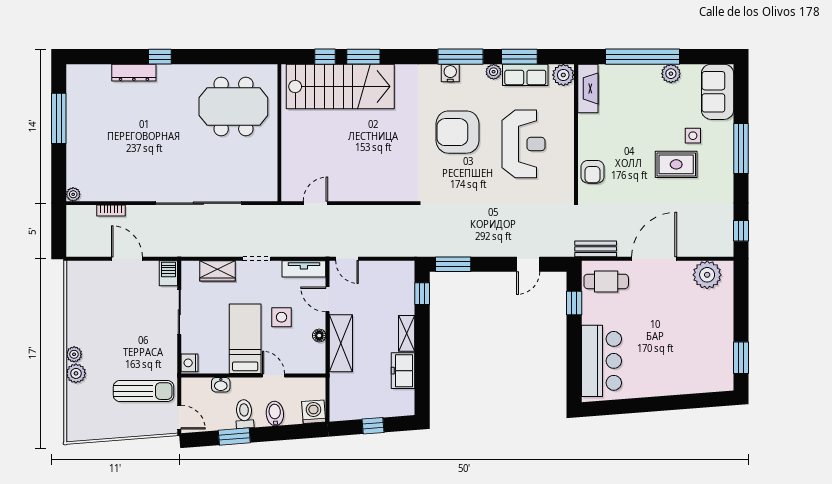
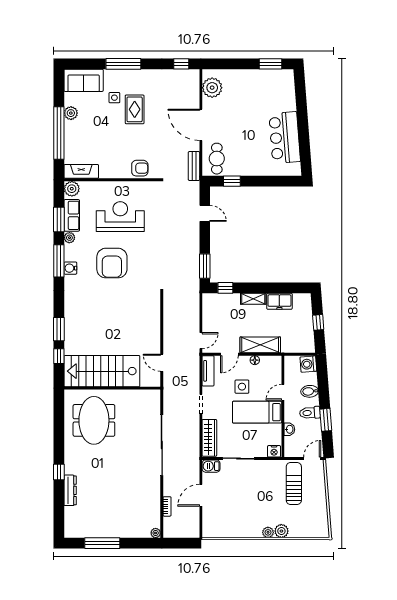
stairs: (340, 86) -> (102, 371), moved, turned -90
wardrobe: (217, 271) -> (209, 438), width x1.50
bar counter: (601, 361) -> (285, 138), moved, turned -94

